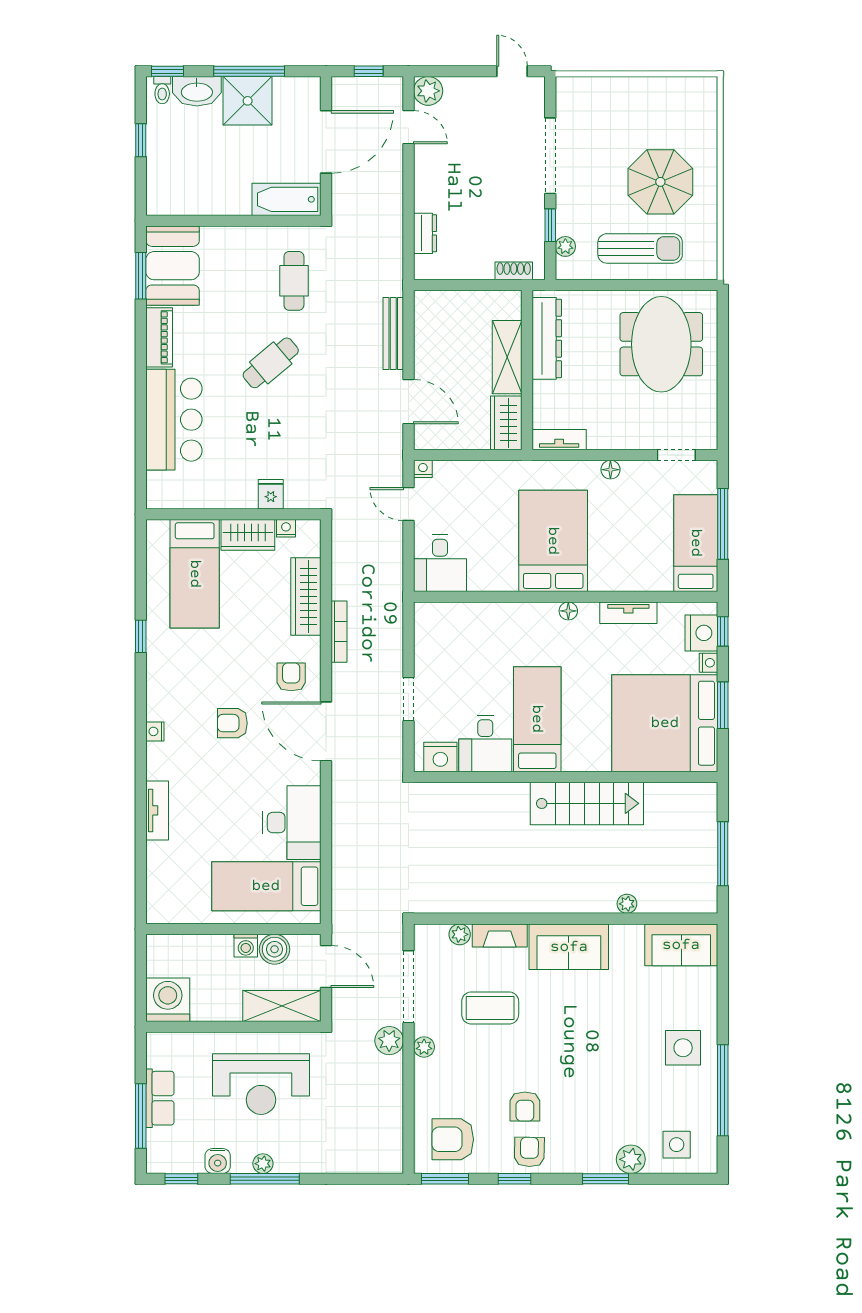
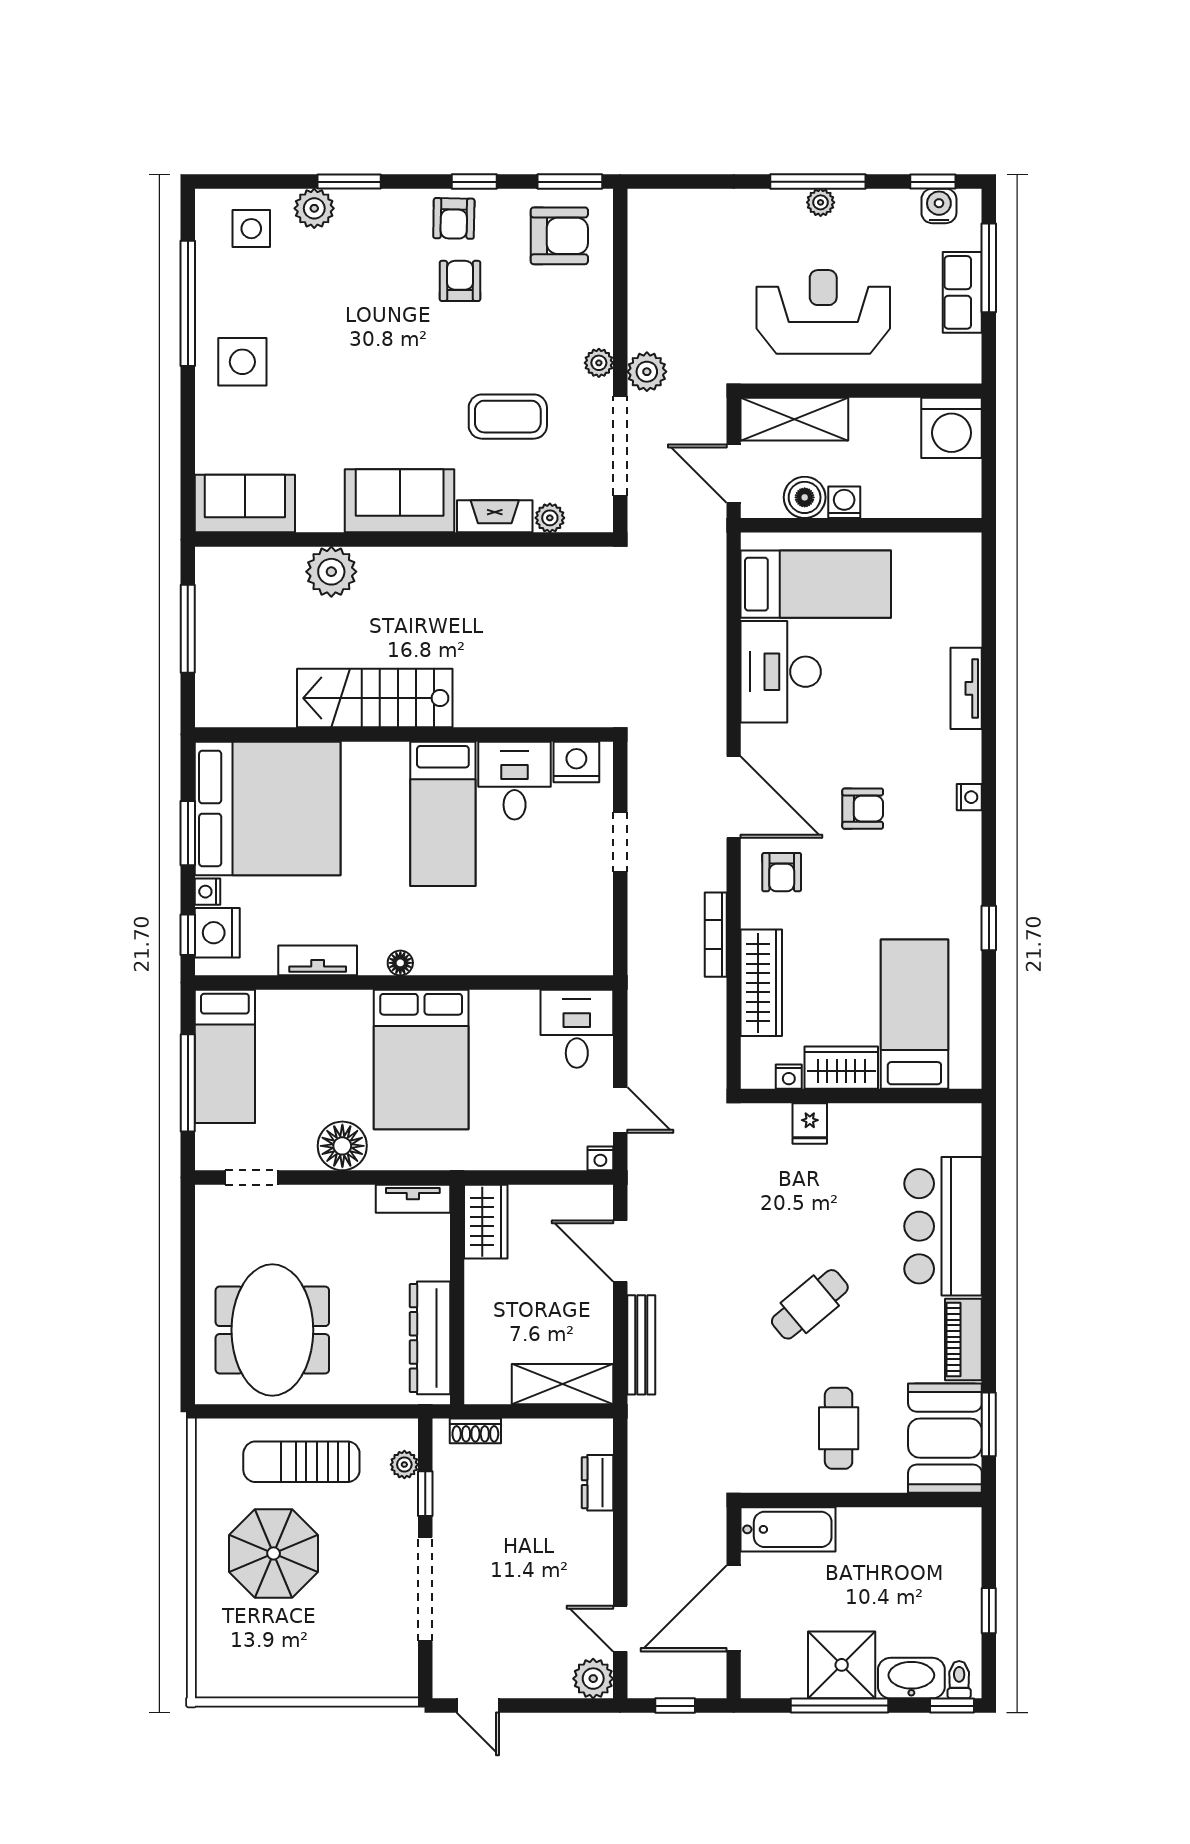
cafe table: (294, 281) -> (839, 1428), moved
shelving: (507, 357) -> (562, 1384), moved, turned 90
floor lamp: (610, 470) -> (342, 1146), width x1.89, depth x1.89
plant: (627, 904) -> (331, 572), width x1.88, depth x1.88
water cooler: (218, 1161) -> (939, 206), moved

